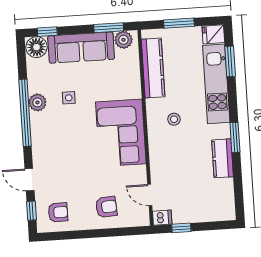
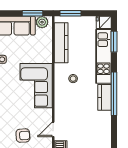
window: (179, 23) -> (71, 13), moved
window: (235, 137) -> (114, 94), width x2.11
kitchen counter: (223, 158) -> (105, 97), moved
door: (150, 195) -> (53, 129), hinge flipped

